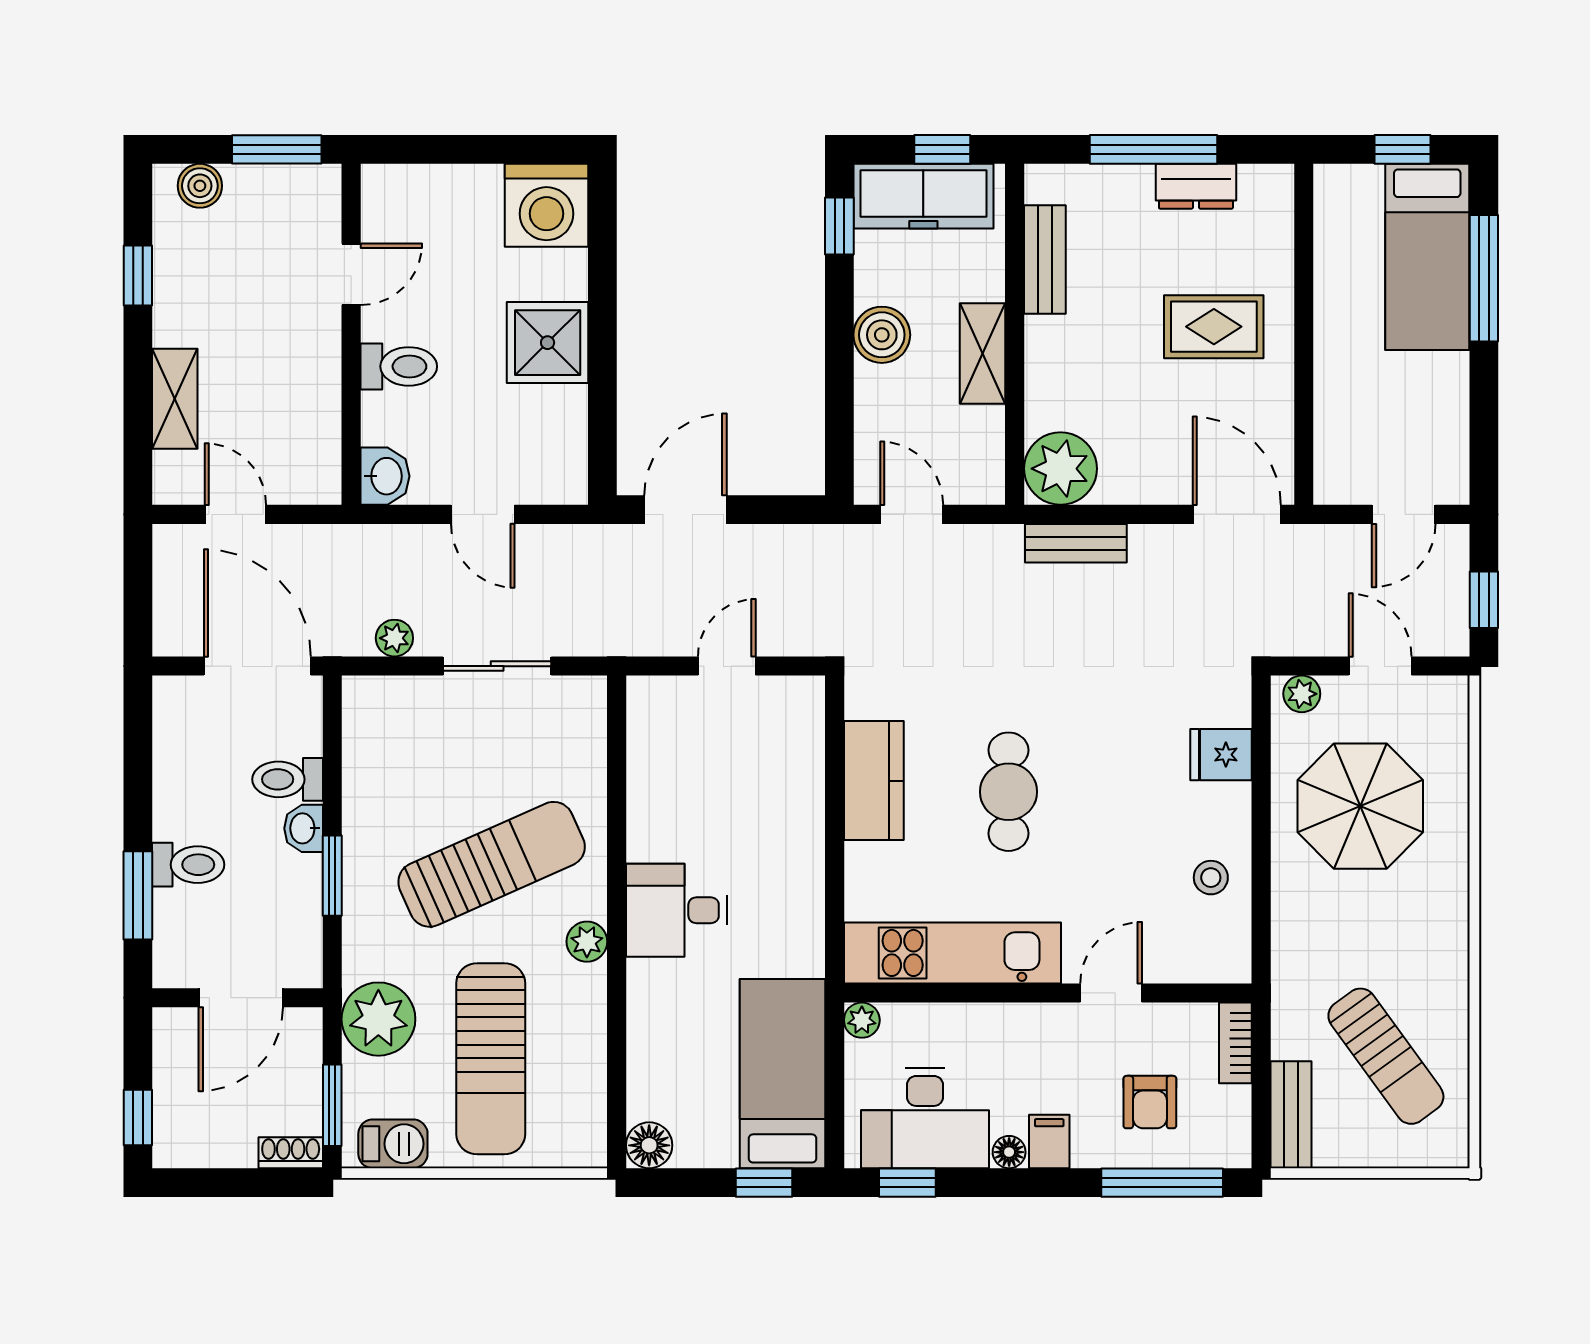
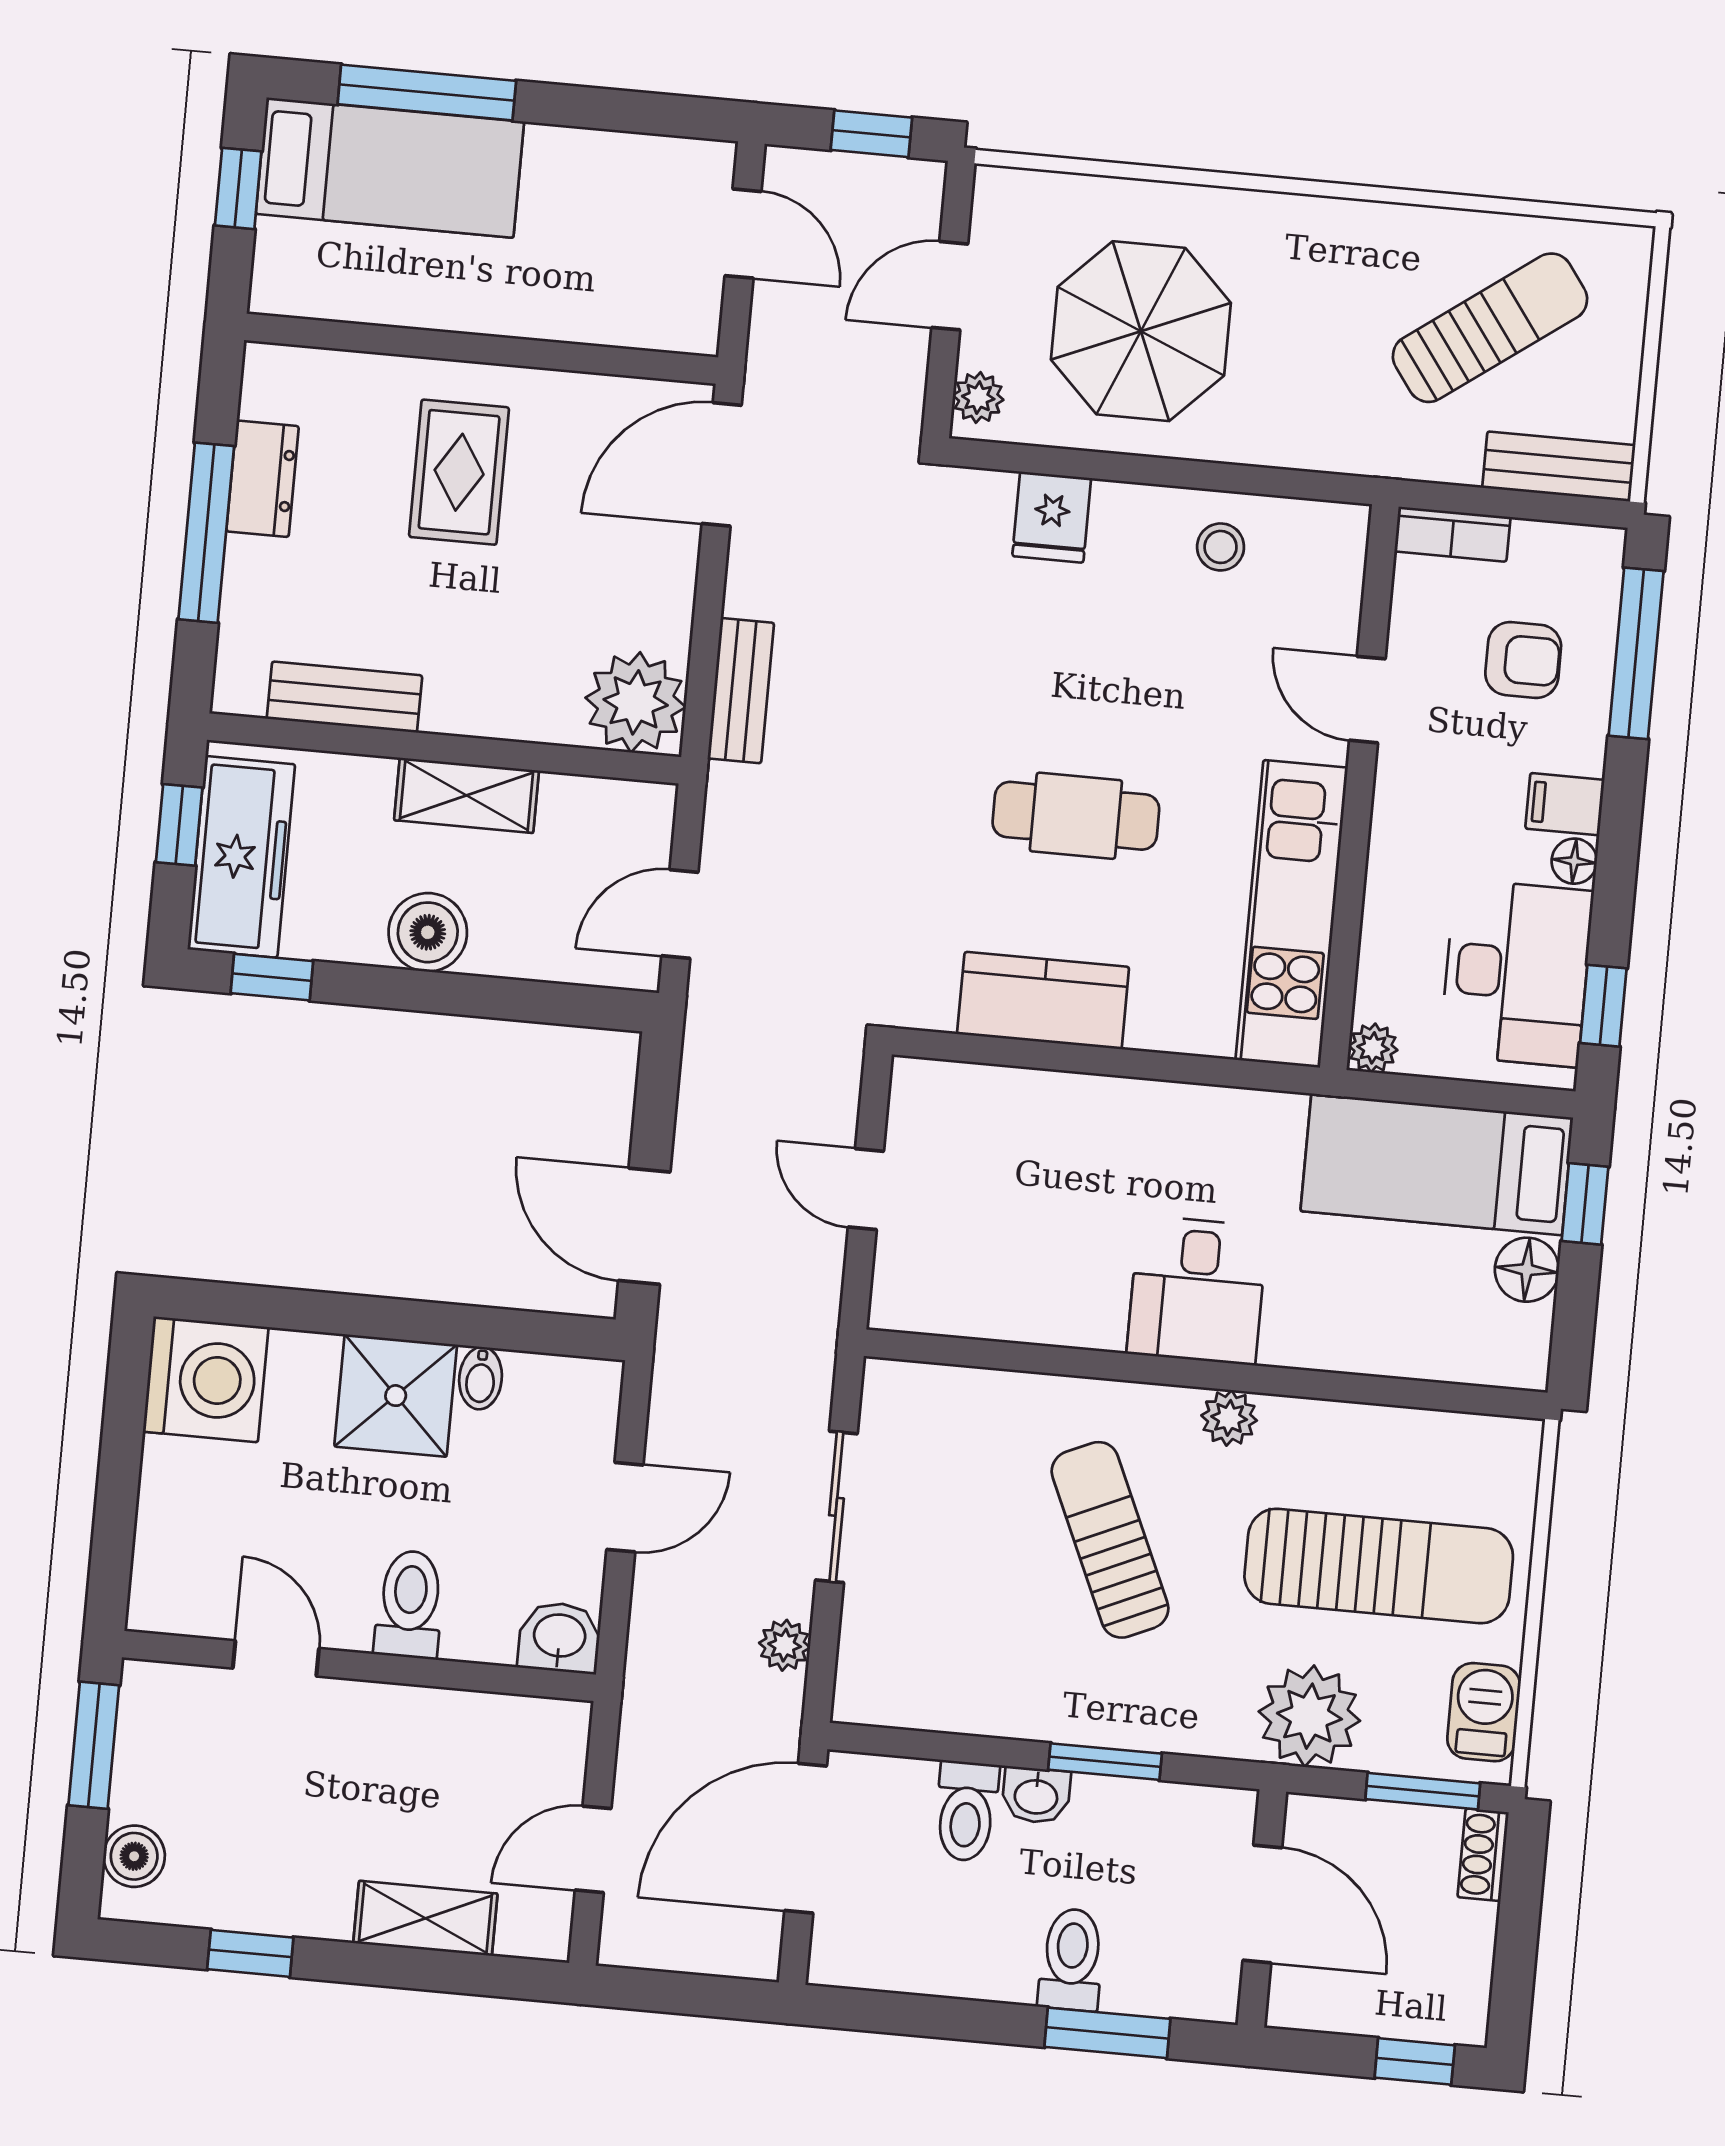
bidet: (566, 402) -> (481, 1378), added
sun lounger: (492, 864) -> (1110, 1540), width x0.73, depth x0.75
floor lamp: (649, 1145) -> (1527, 1270), moved

